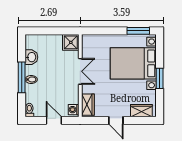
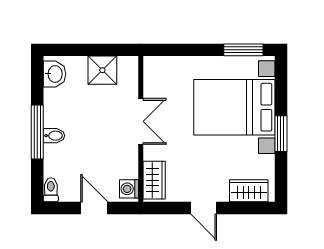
shower: (71, 42) -> (102, 70), moved
washbasin: (31, 57) -> (54, 74), moved

